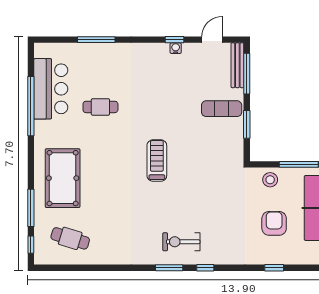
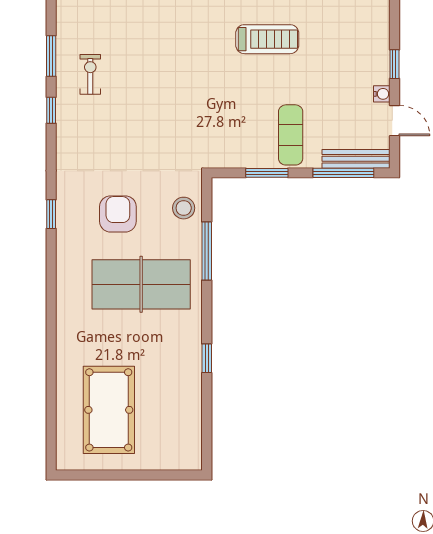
water cooler: (176, 48) -> (382, 94), moved
treadmill: (157, 161) -> (267, 39), moved
armchair: (274, 223) -> (118, 214), turned -90
exercise bike: (181, 242) -> (90, 74), width x0.73, depth x0.72

